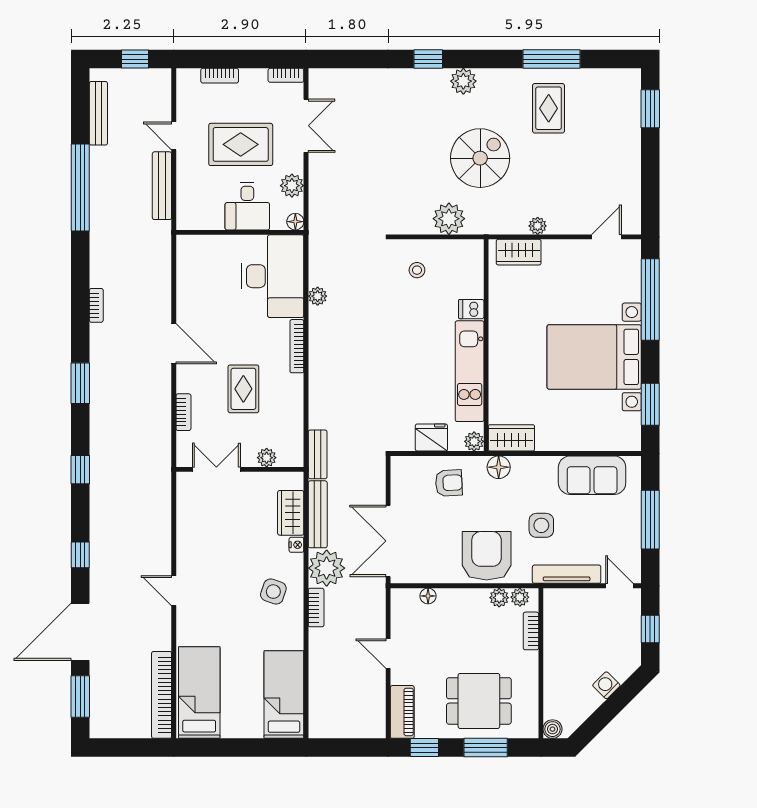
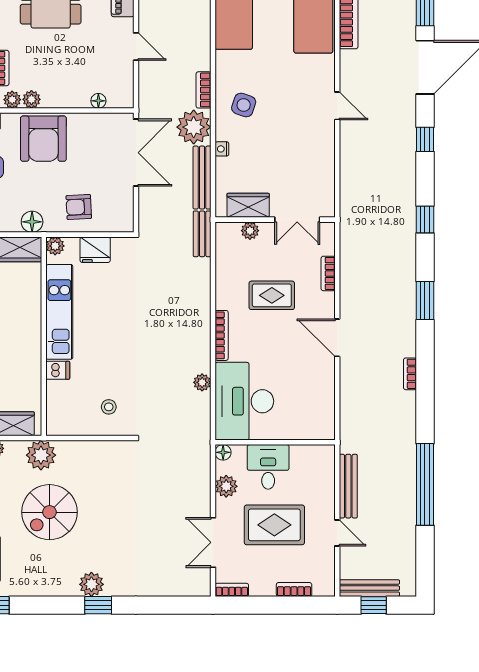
plant: (463, 81) -> (91, 584), moved
bench: (98, 113) -> (369, 588), moved, turned 90
plant: (449, 219) -> (41, 455), moved
rug: (243, 389) -> (272, 295), turned 90
wardrobe: (291, 513) -> (248, 205), moved, turned -90

